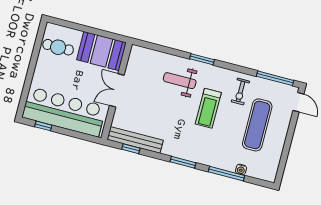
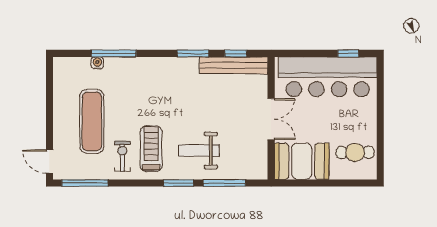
window: (166, 50) -> (224, 183), added
weight bench: (180, 81) -> (199, 150), turned 180
treadmill: (208, 108) -> (151, 149), moved
window: (183, 162) -> (193, 53), moved

